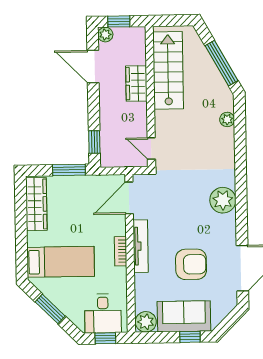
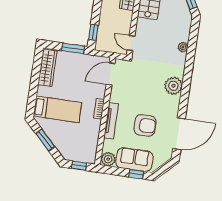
plant: (227, 119) -> (183, 47), moved
tv unit: (141, 246) -> (111, 121), moved
desk: (103, 313) -> (80, 149), removed

